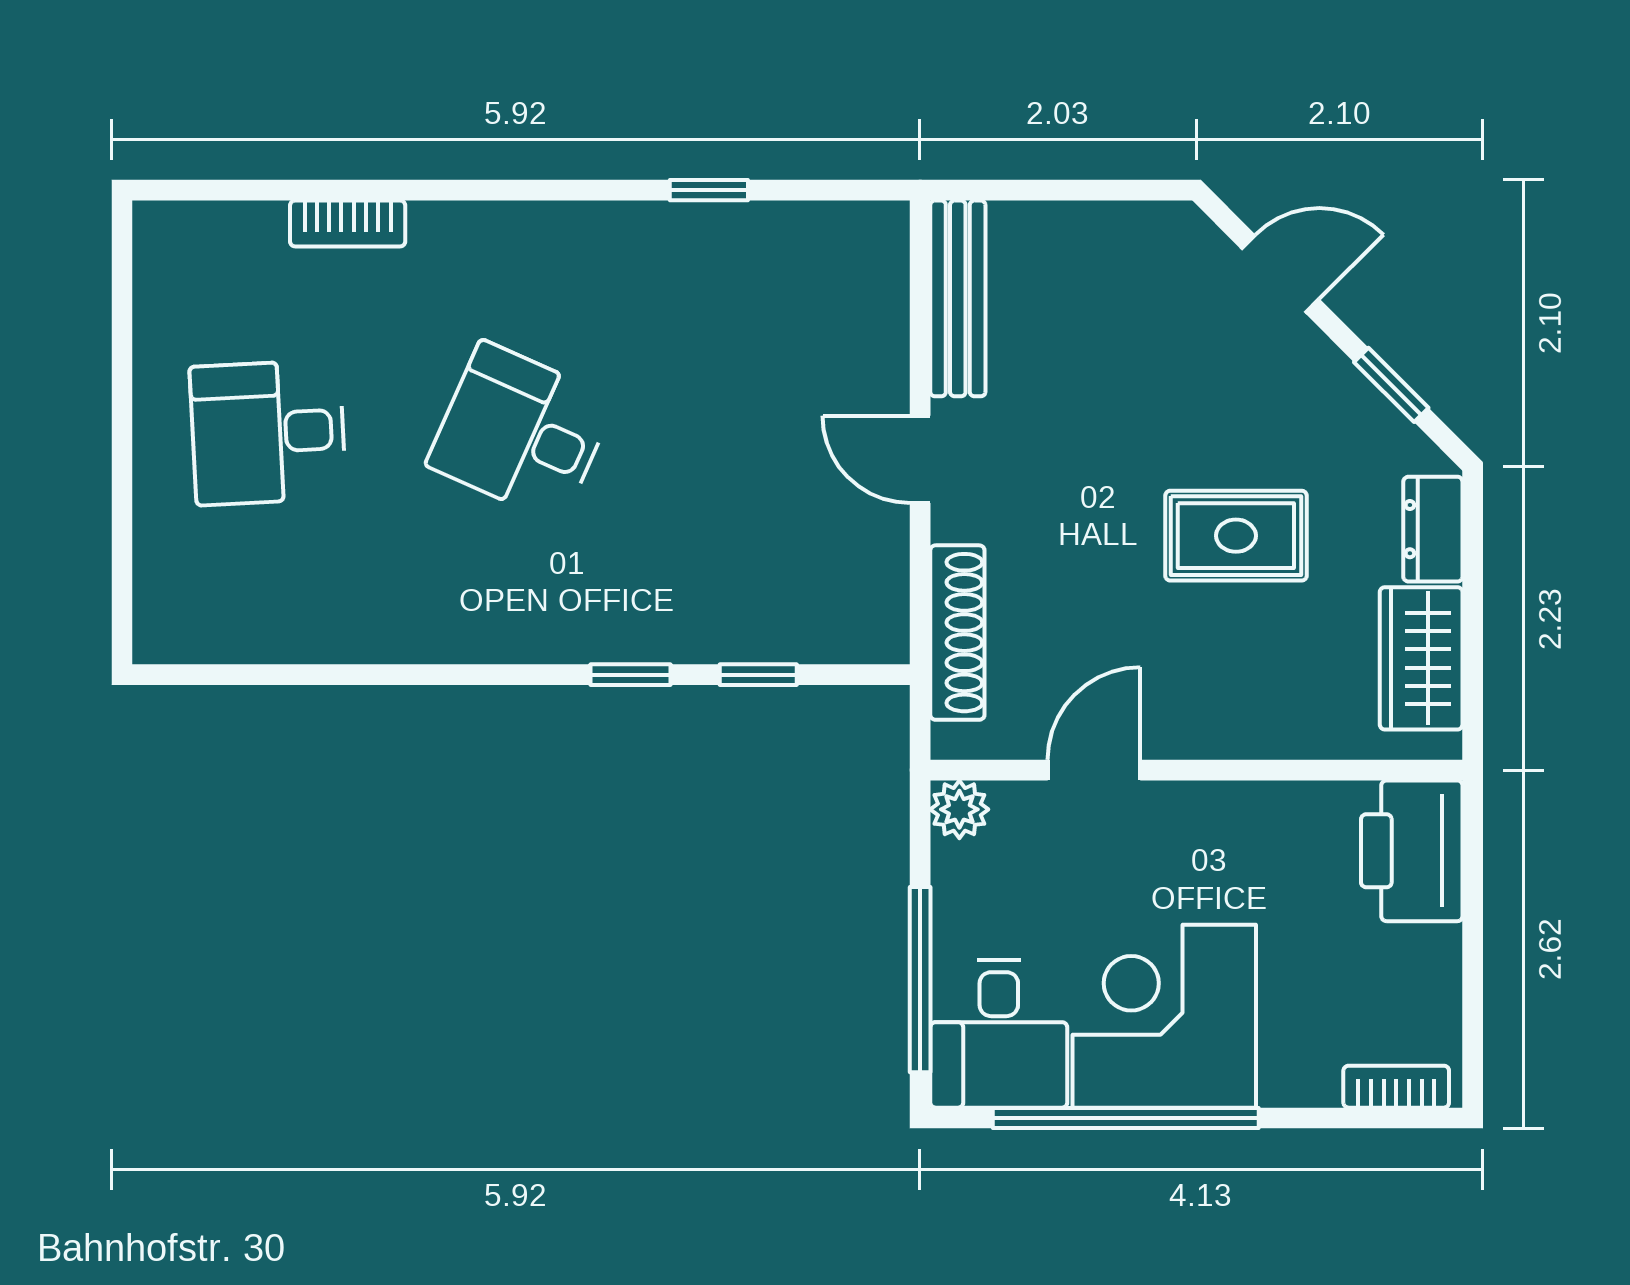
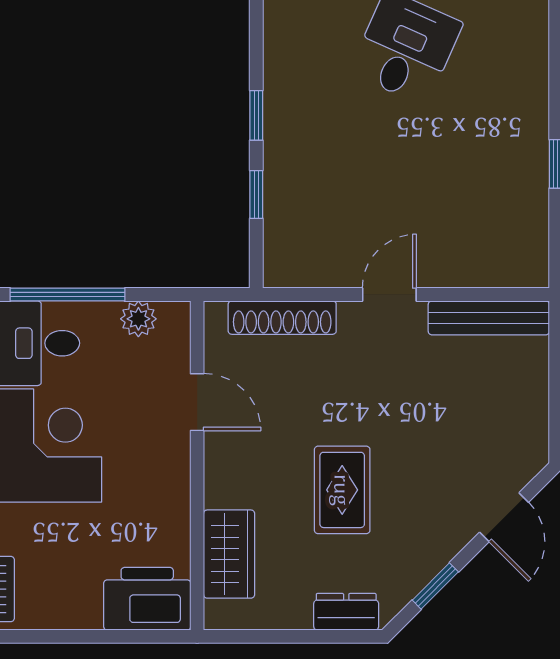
wardrobe: (1421, 658) -> (229, 554), moved, turned 90
plant: (959, 809) -> (138, 319), moved

